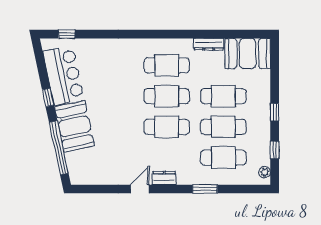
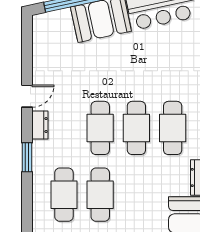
cafe table: (223, 96) -> (136, 195), removed
door: (140, 189) -> (27, 96), hinge flipped
window: (205, 189) -> (27, 157), moved

